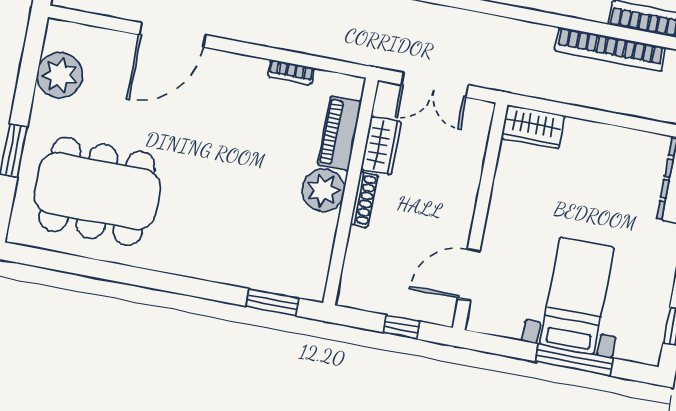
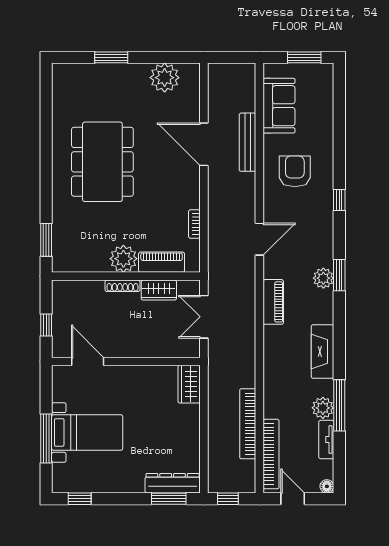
dining table: (97, 191) -> (102, 162), moved

